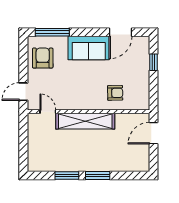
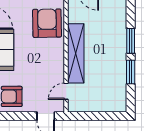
armchair: (115, 93) -> (47, 23), width x1.88, depth x1.88

